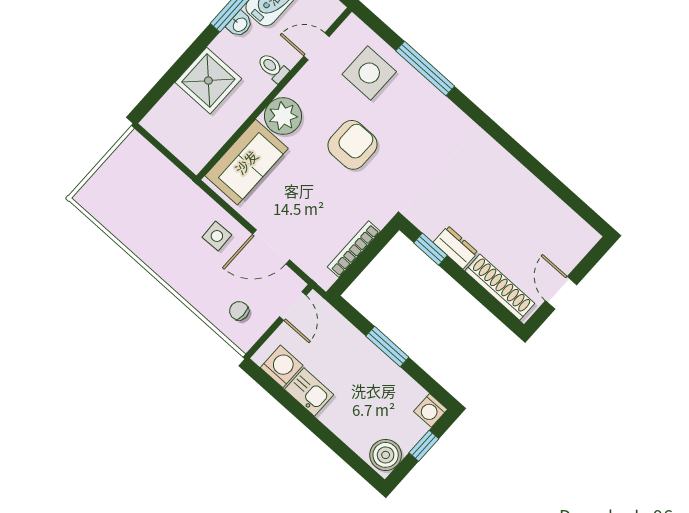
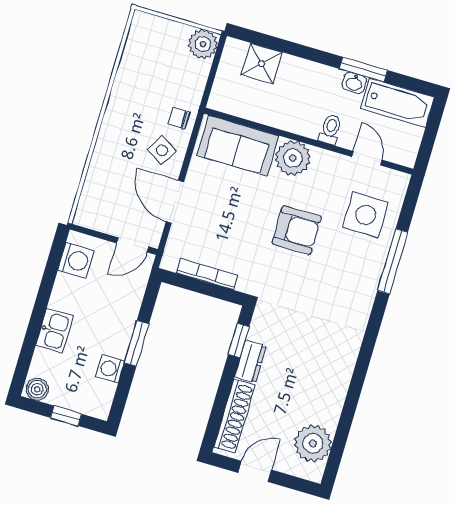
shower: (208, 81) -> (262, 63), moved, width x0.73, depth x0.73
plant: (135, 150) -> (203, 44), added
plant: (561, 225) -> (313, 443), added
side table: (217, 236) -> (162, 150), turned 33
chair: (239, 311) -> (179, 118), moved, turned -90
kitchen sink: (309, 392) -> (55, 331), moved
washing machine: (430, 410) -> (110, 369), moved
boiler: (386, 455) -> (37, 389), width x0.73, depth x0.73

